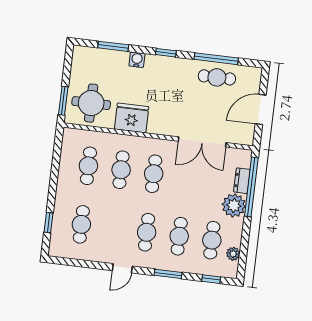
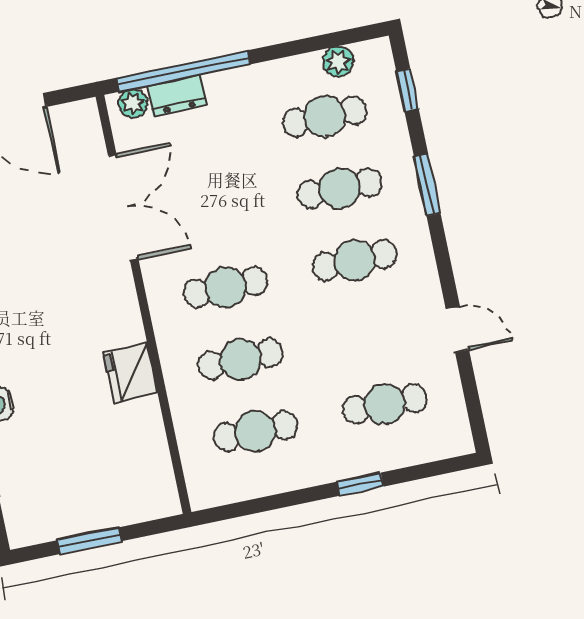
window: (63, 101) -> (90, 541), moved
round table: (91, 103) -> (121, 470), removed
fridge: (132, 118) -> (131, 372), width x0.73, depth x0.75
plant: (234, 205) -> (133, 103), moved, width x0.53, depth x0.53
window: (49, 223) -> (360, 484), moved
door: (122, 268) -> (457, 329), moved

